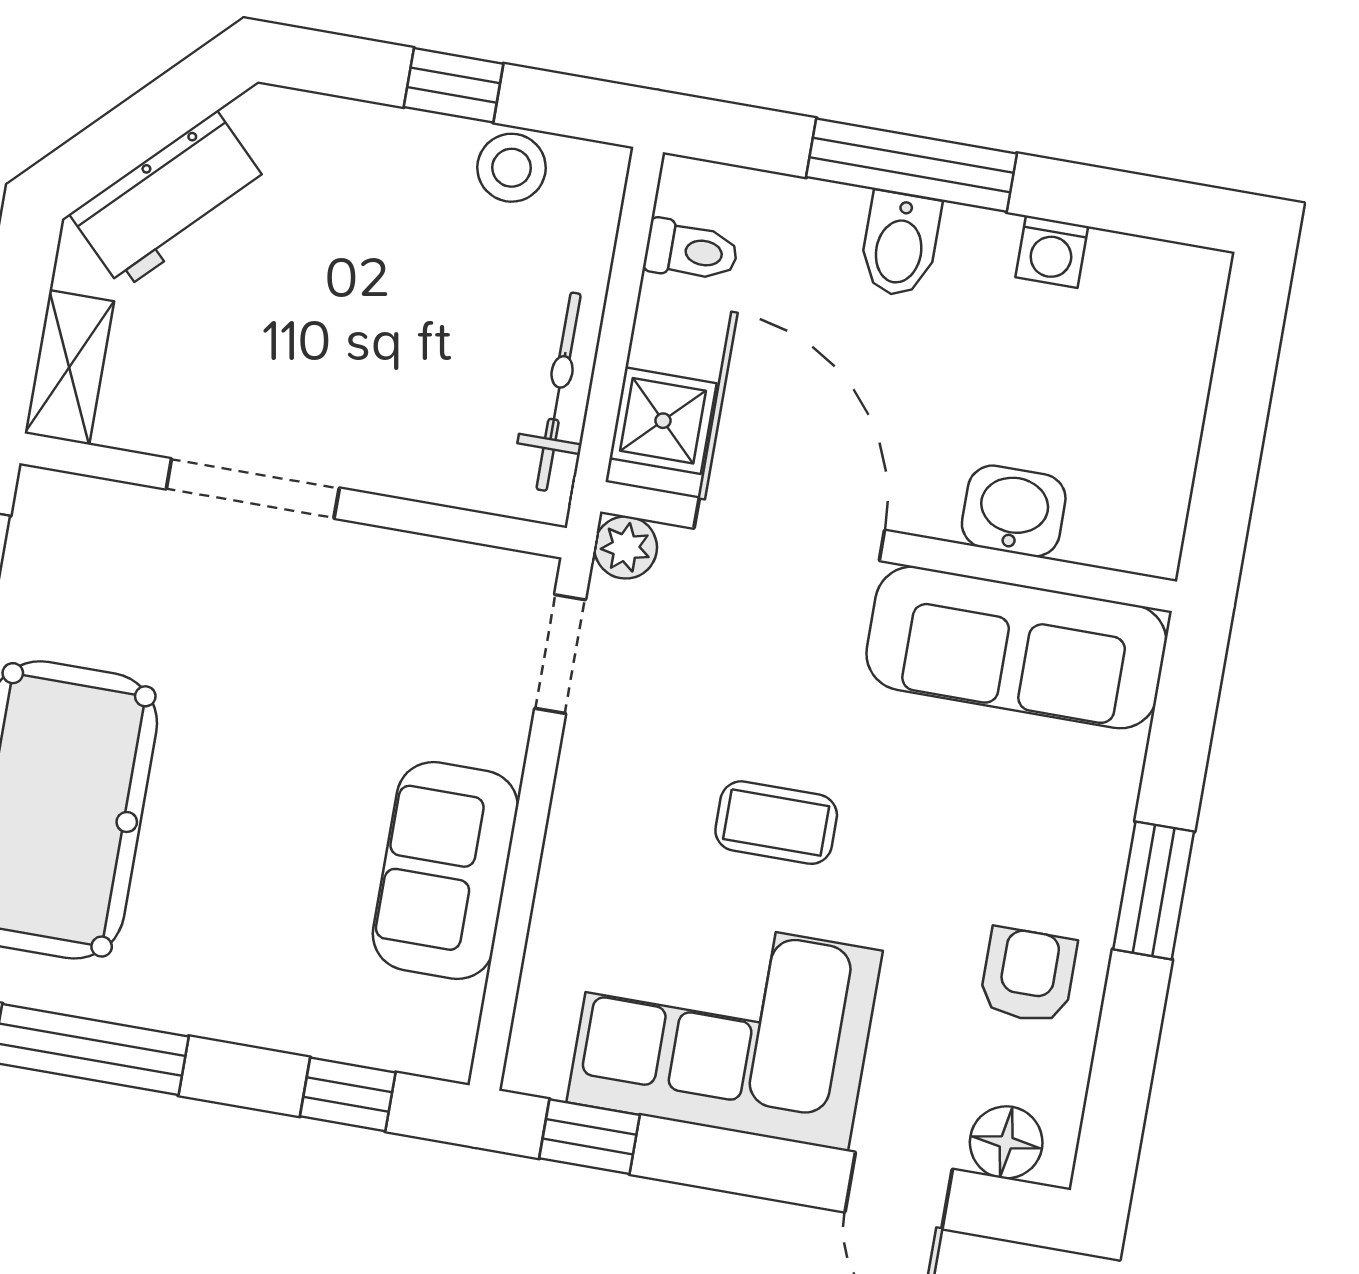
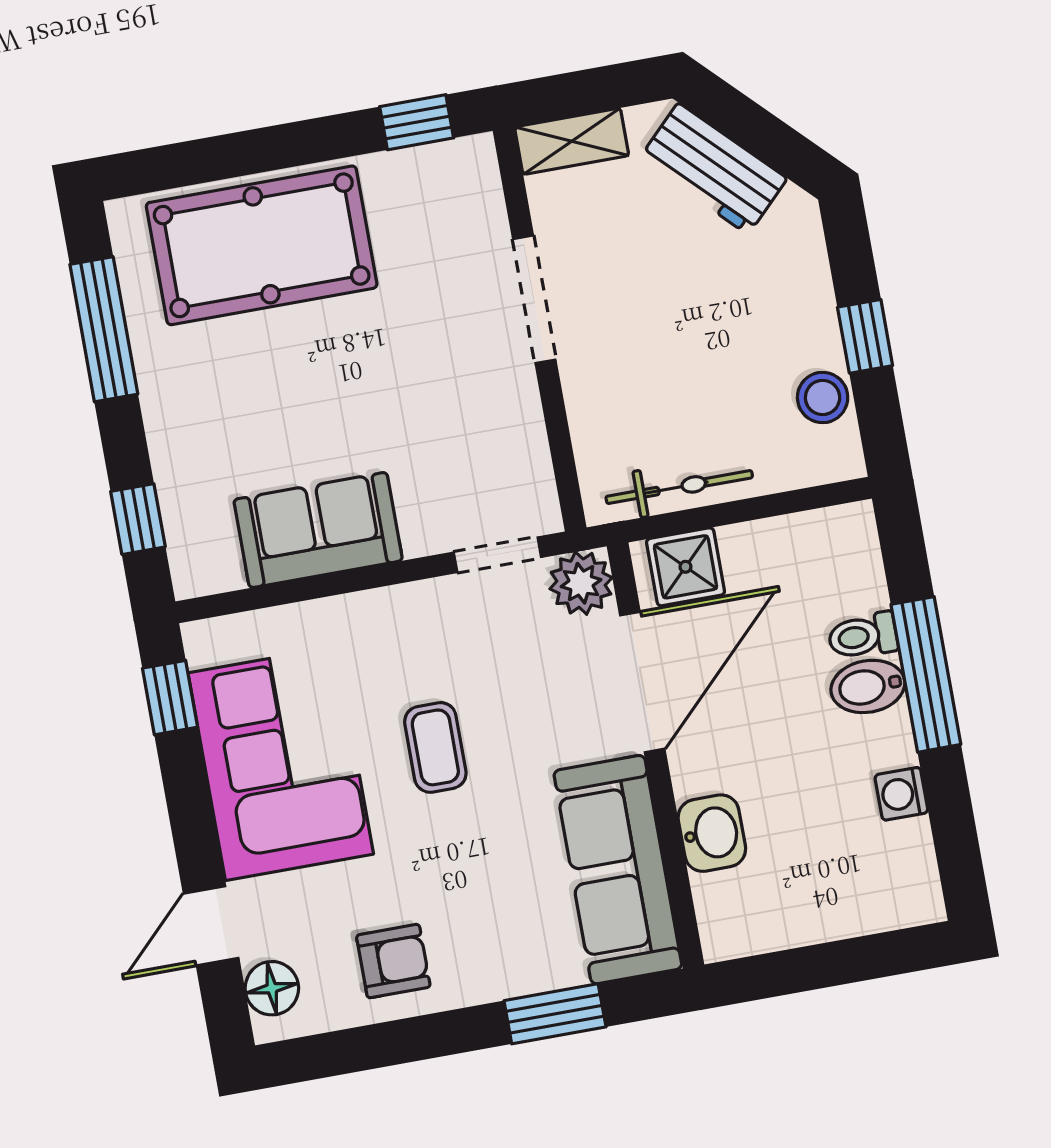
toilet: (691, 251) -> (863, 636), moved, turned 90
plant: (626, 547) -> (581, 583), width x1.38, depth x1.38
window: (1154, 890) -> (555, 1014), moved

